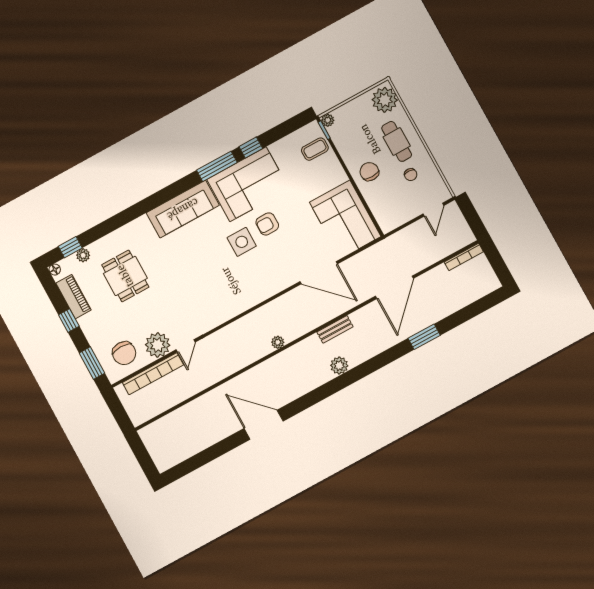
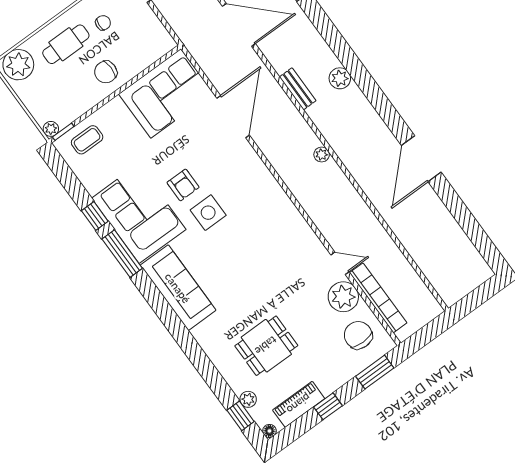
coffee table: (315, 149) -> (87, 140), turned 90
chair: (124, 353) -> (358, 335), turned -90

